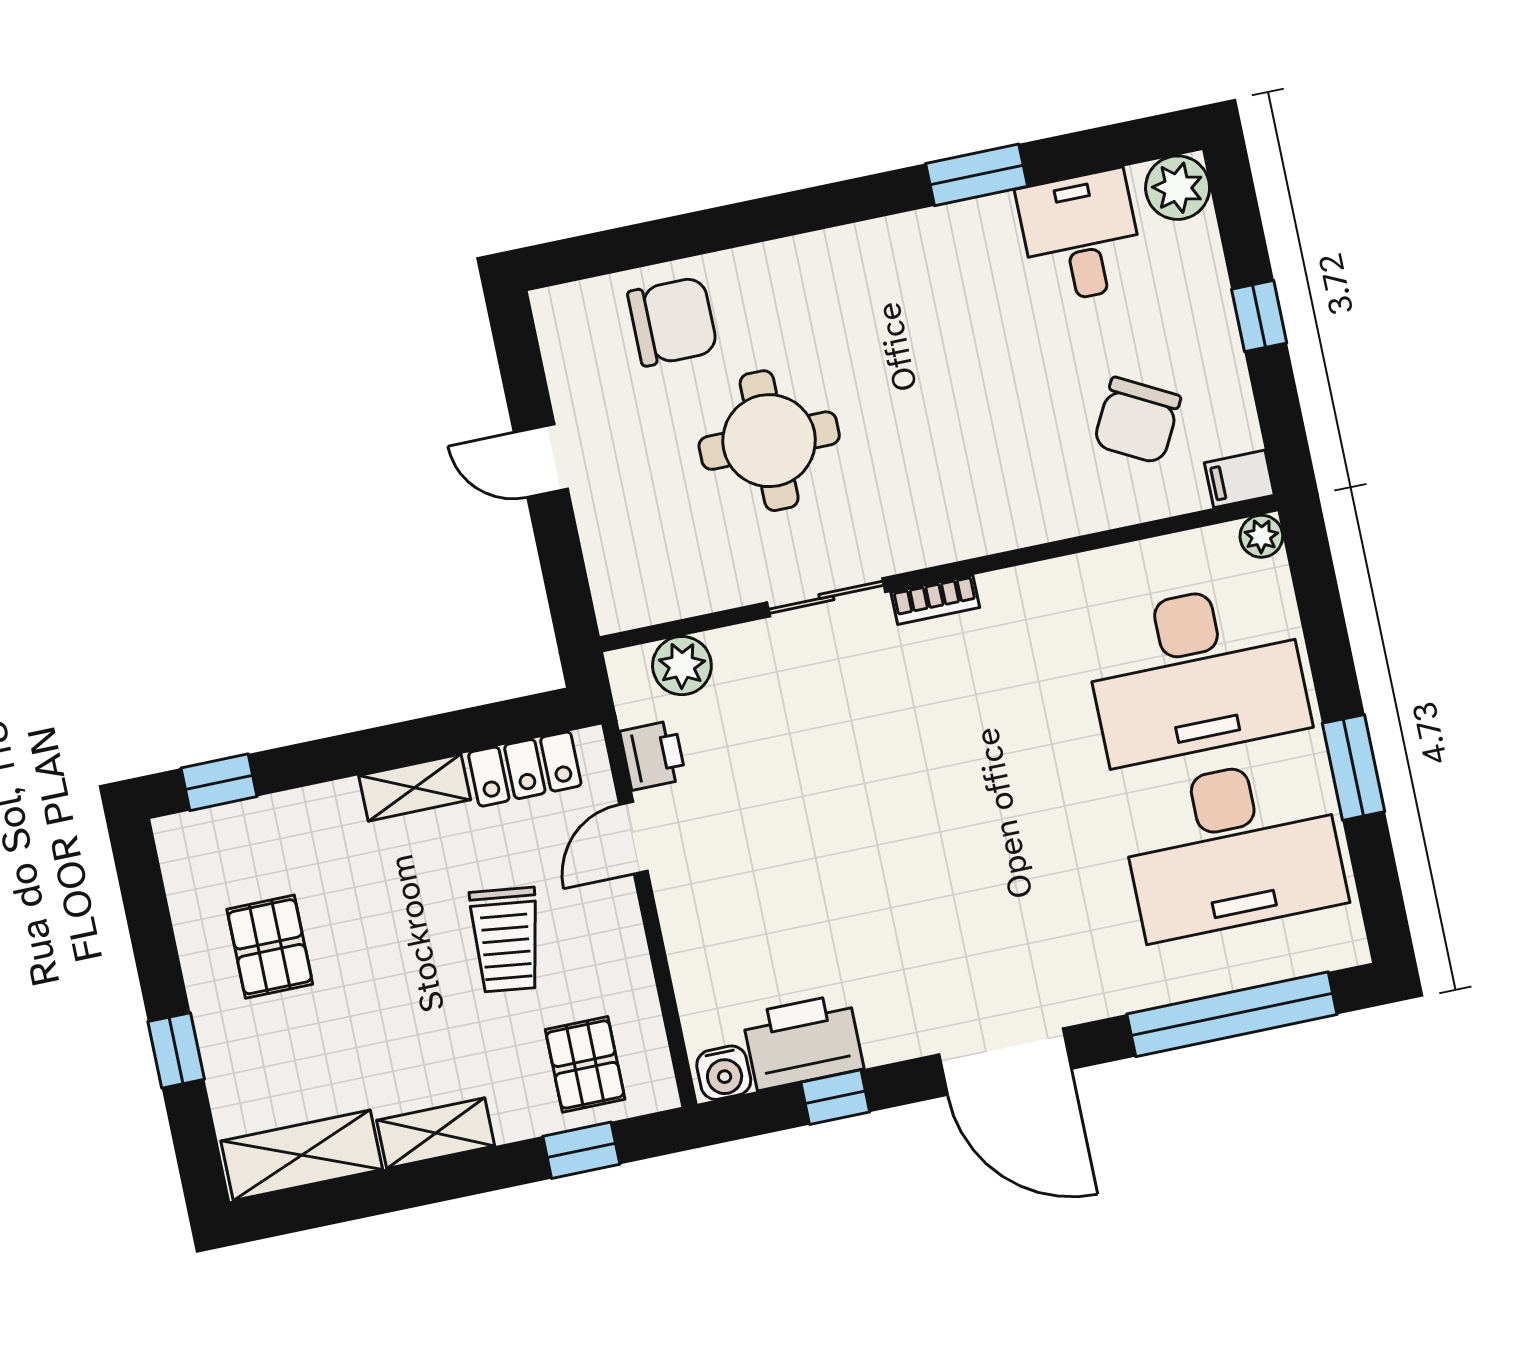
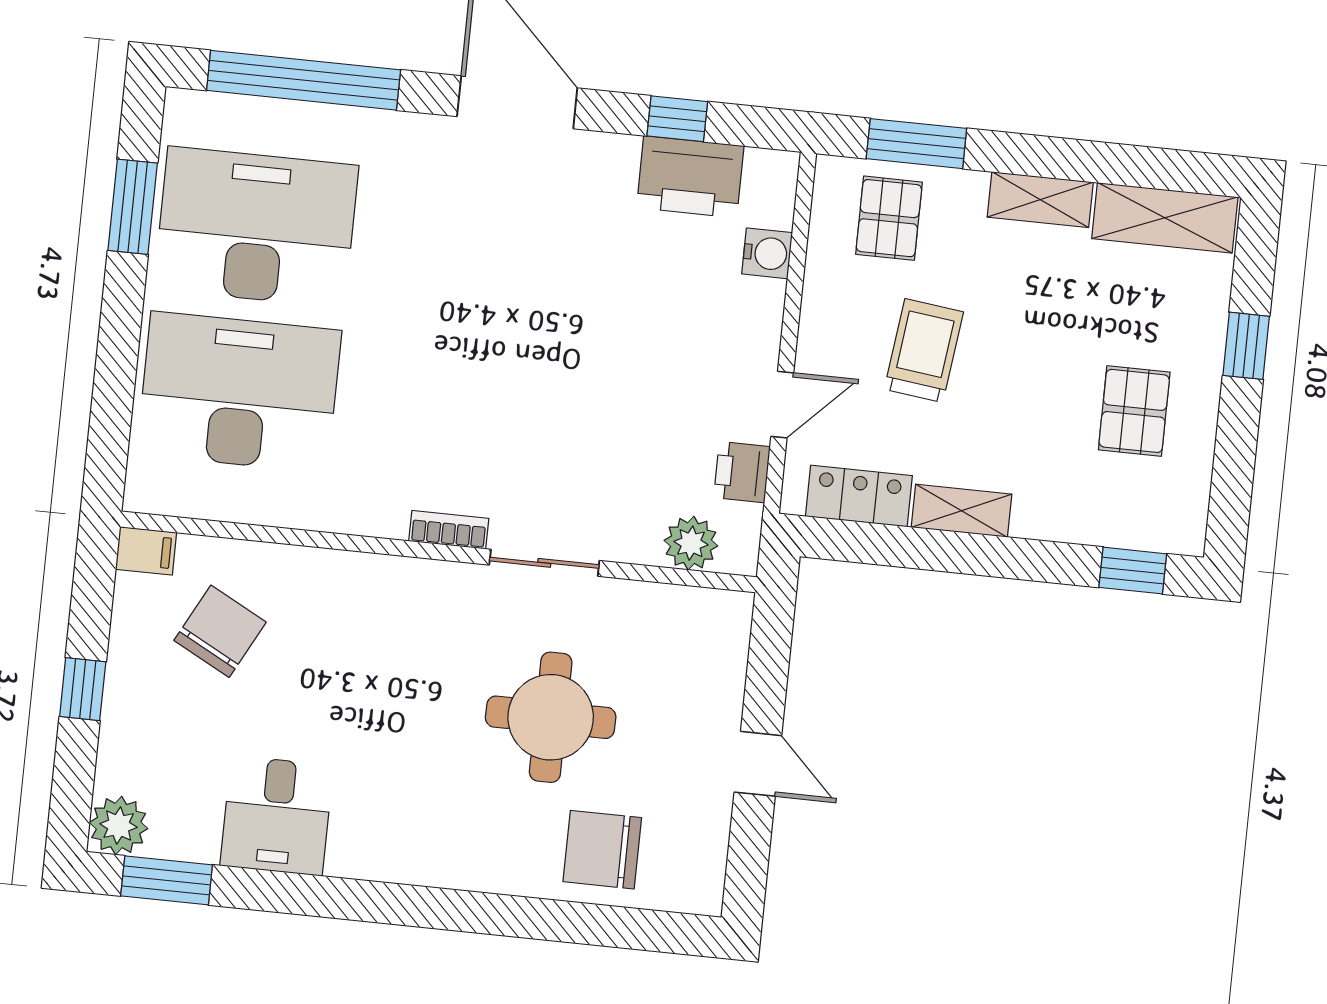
window: (977, 175) -> (167, 880), moved
desk: (1081, 237) -> (277, 816), moved
plant: (1261, 536) -> (143, 494), removed
window: (1353, 767) -> (133, 207), moved
water cooler: (724, 1073) -> (767, 253), moved, turned 90
window: (581, 1150) -> (916, 144), width x1.50

